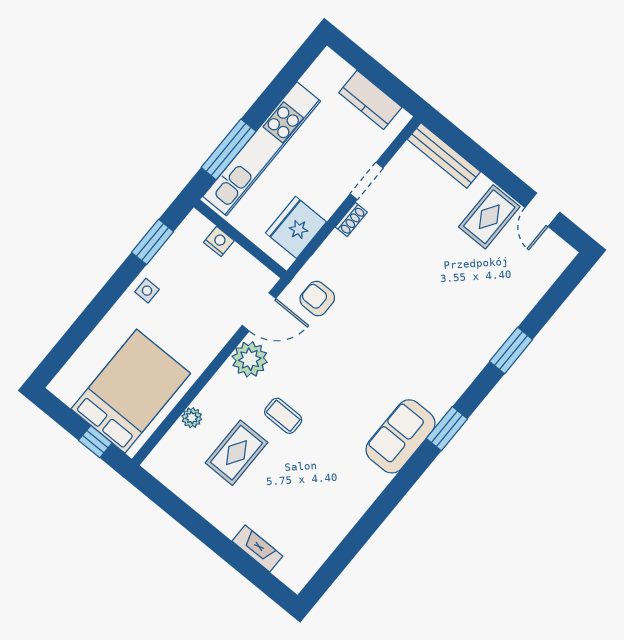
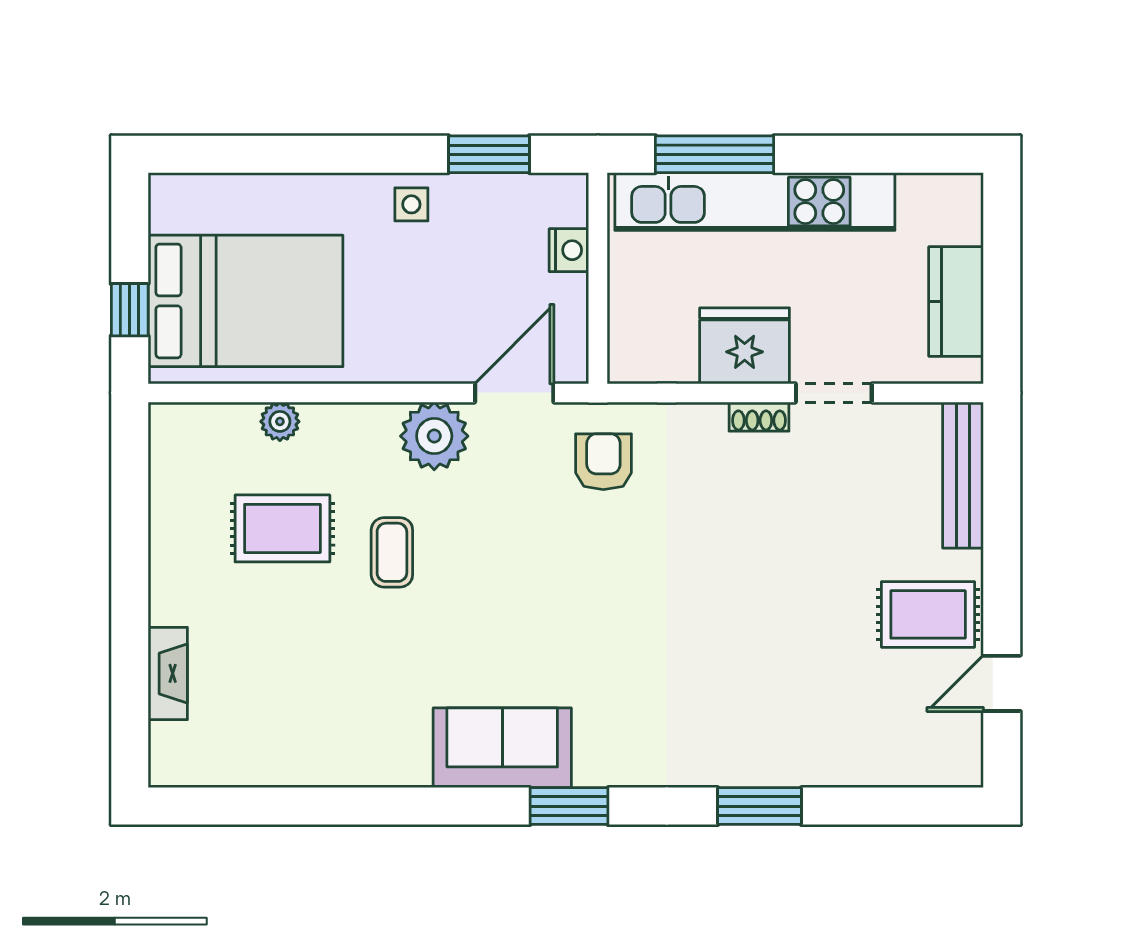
fridge: (296, 227) -> (745, 346), moved
door: (259, 312) -> (514, 393), swing flipped

